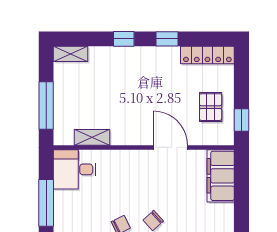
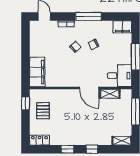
locker: (207, 55) -> (39, 140), width x0.66
door: (170, 147) -> (89, 88), moved

